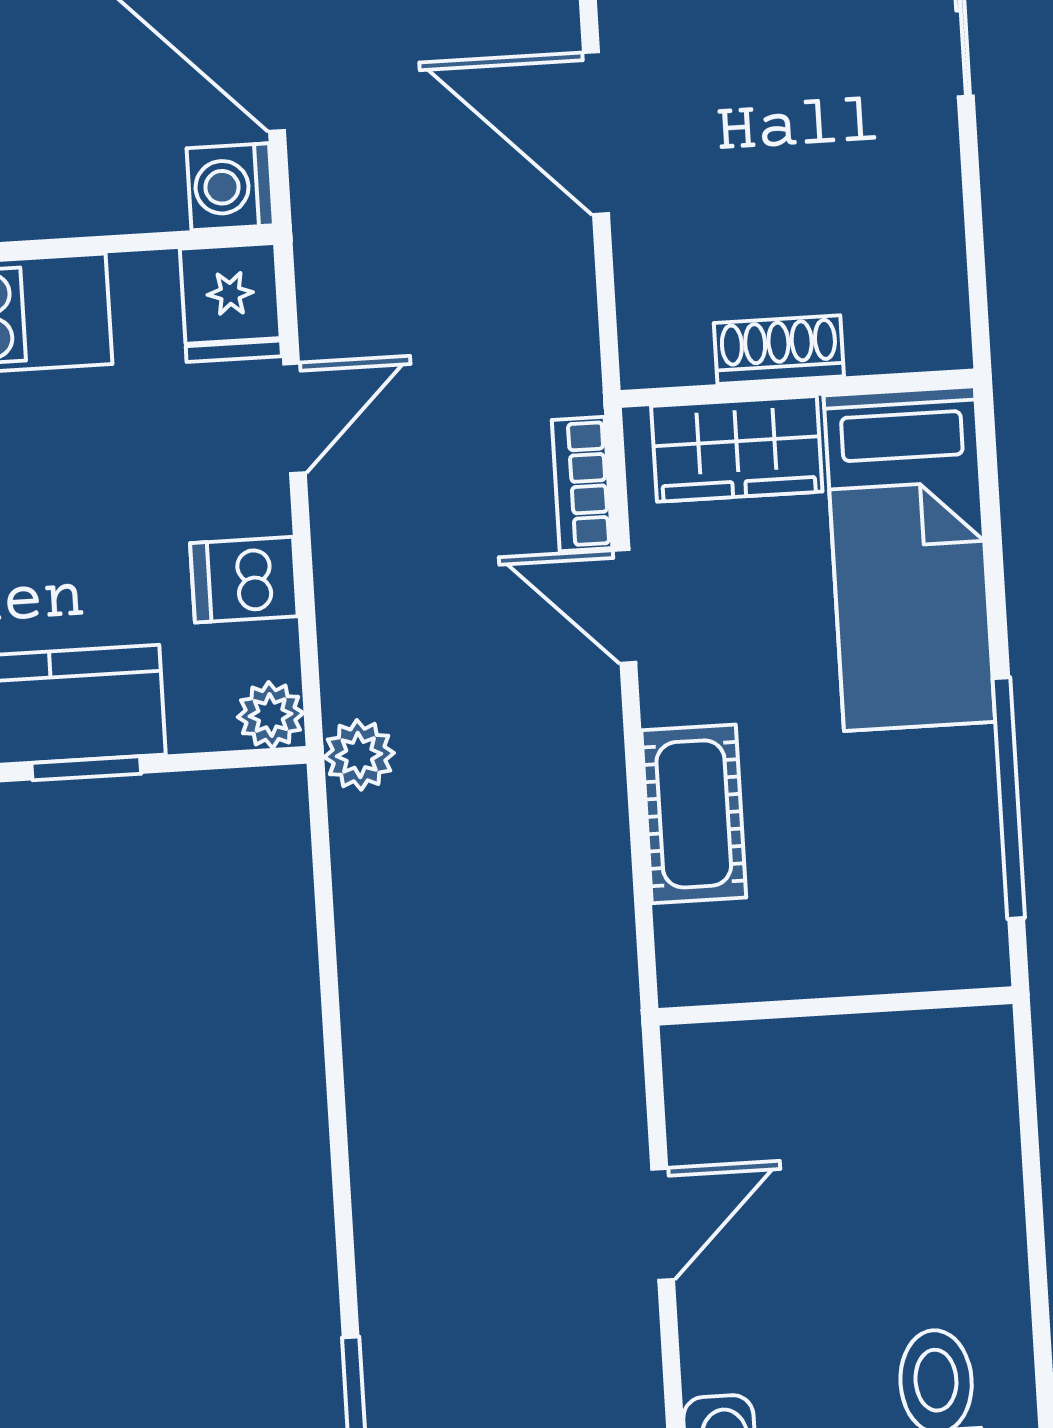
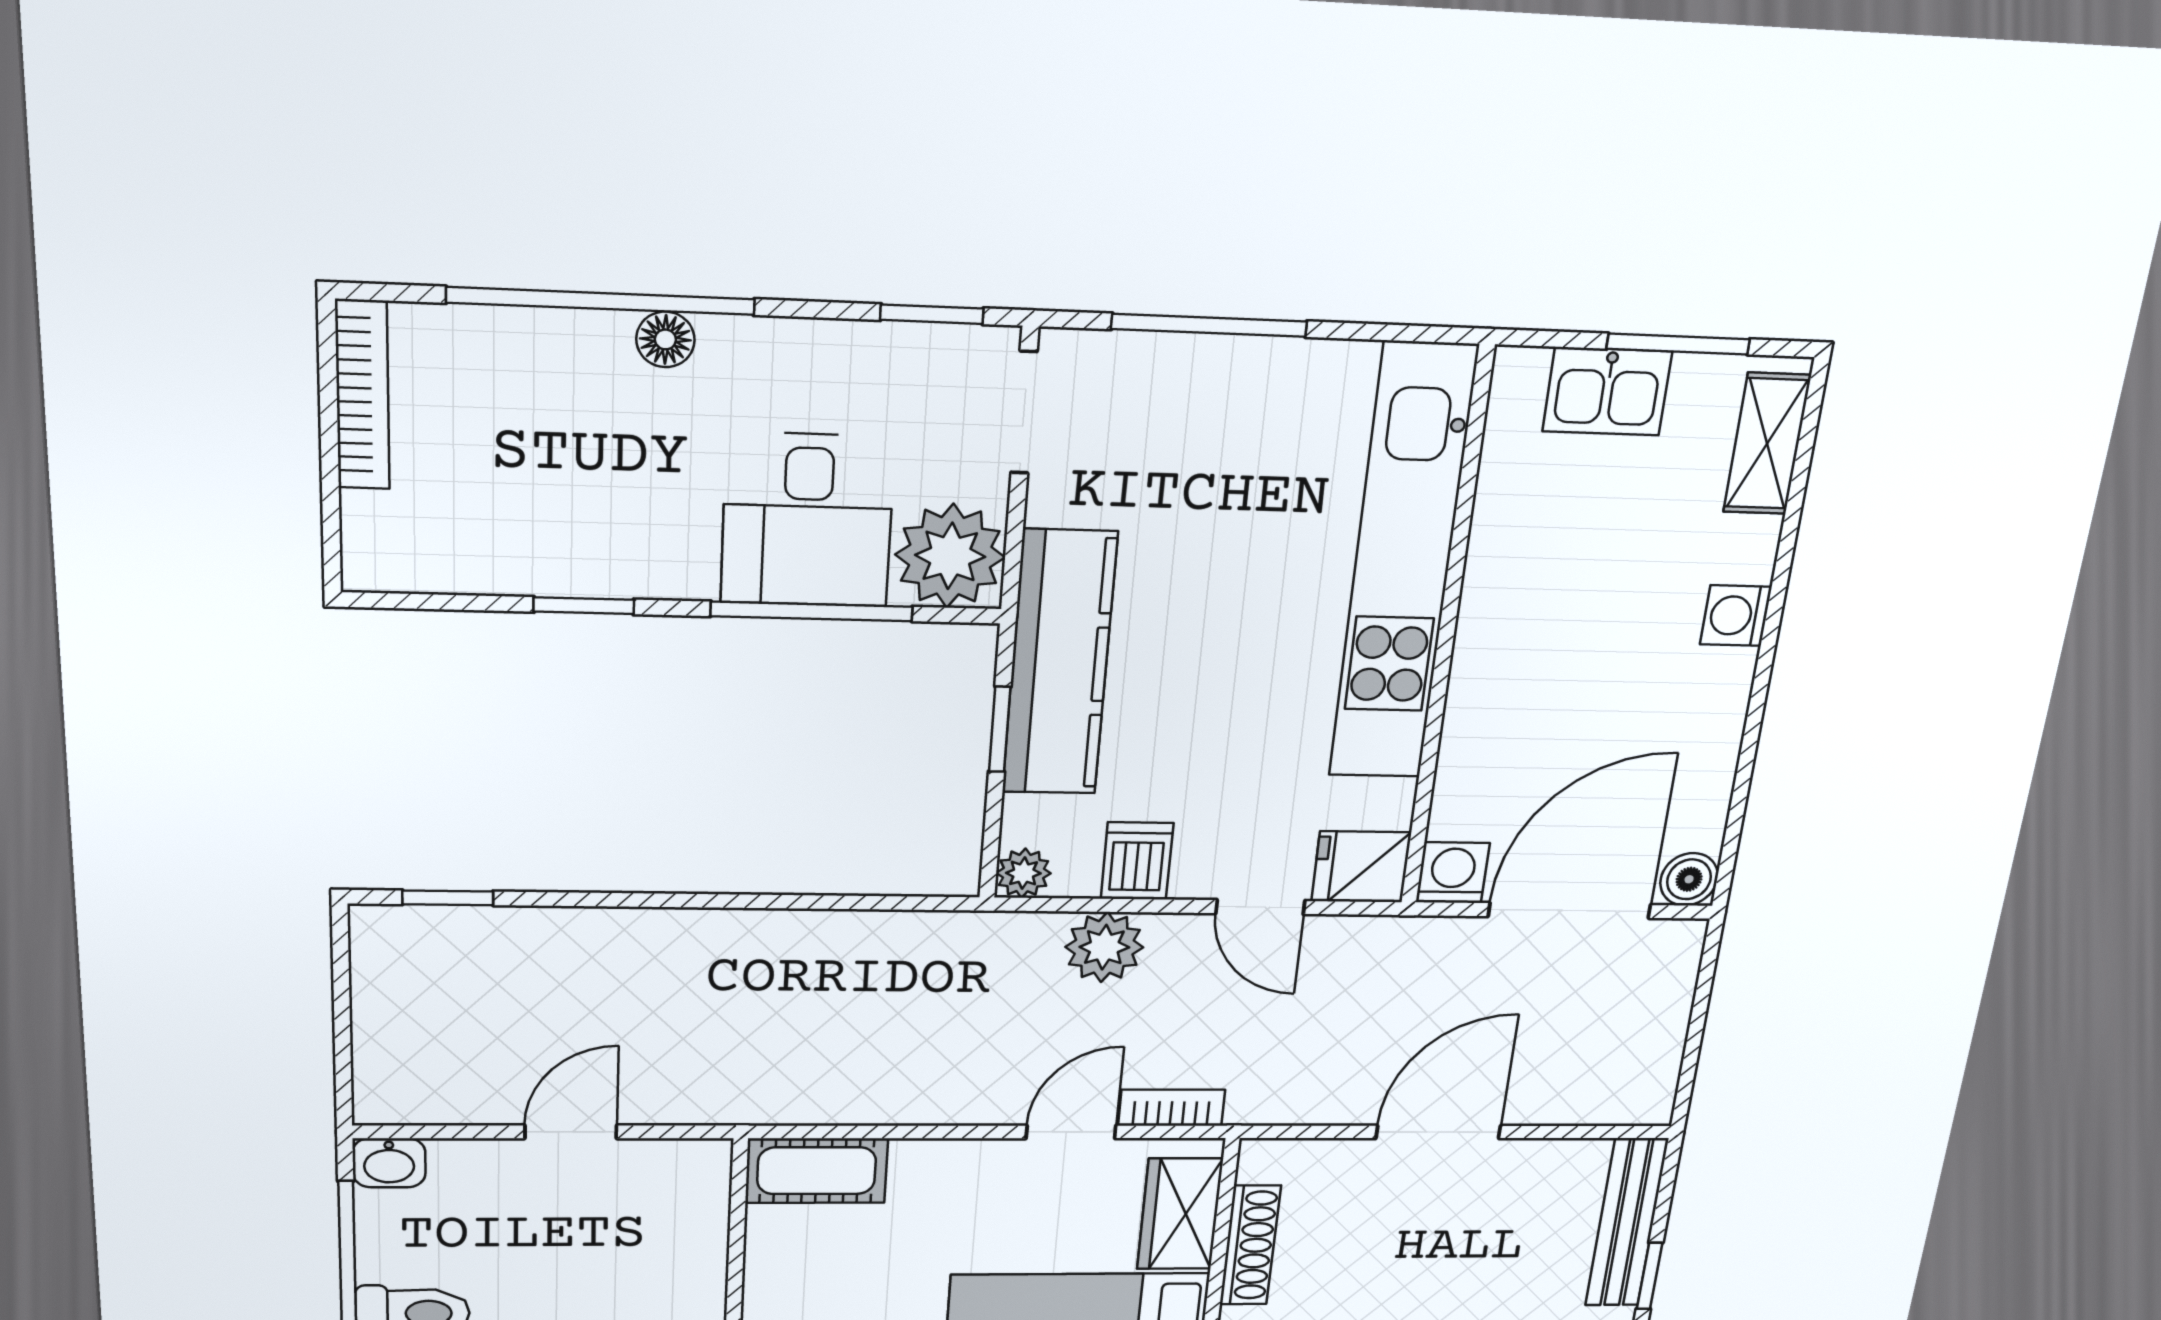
shoe rack: (779, 350) -> (1250, 1245), width x1.43
plant: (359, 755) -> (1104, 947), moved, width x1.38, depth x1.38
cot: (694, 814) -> (817, 1171), moved
door: (663, 1224) -> (571, 1132), swing flipped

